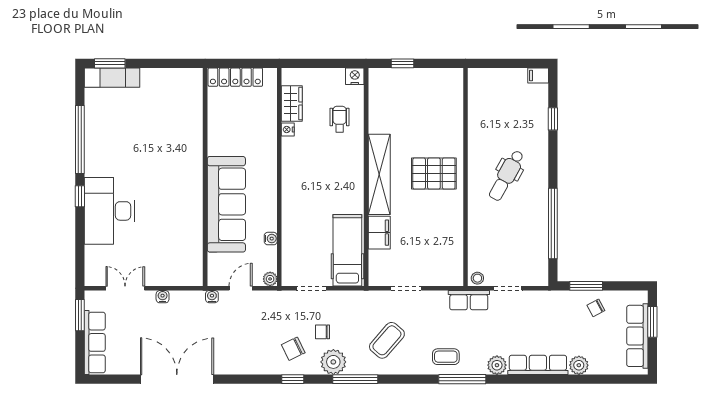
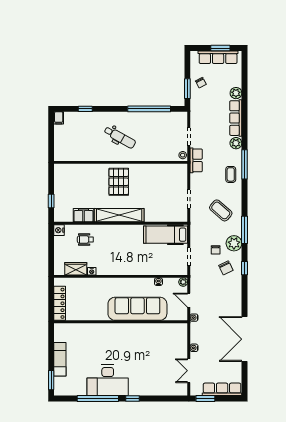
exam couch: (112, 78) -> (60, 359), moved
desk: (109, 211) -> (108, 380), moved
filing cabinet: (379, 233) -> (83, 215), moved
window: (652, 322) -> (220, 48), moved

